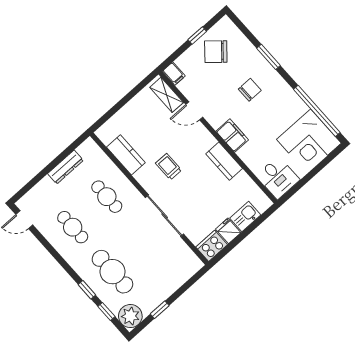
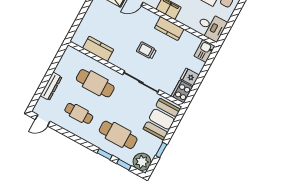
dresser: (65, 167) -> (51, 86), moved
trolley: (169, 167) -> (146, 50), moved
cafe table: (107, 197) -> (95, 83), width x1.37, depth x1.35
kitchen sink: (245, 217) -> (204, 51), moved
booth: (174, 271) -> (162, 119), added

